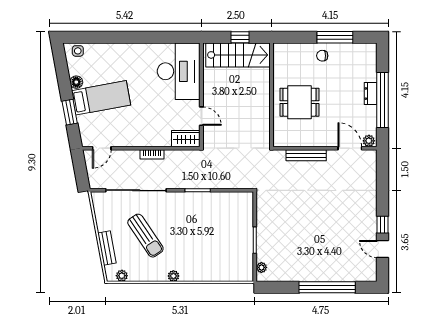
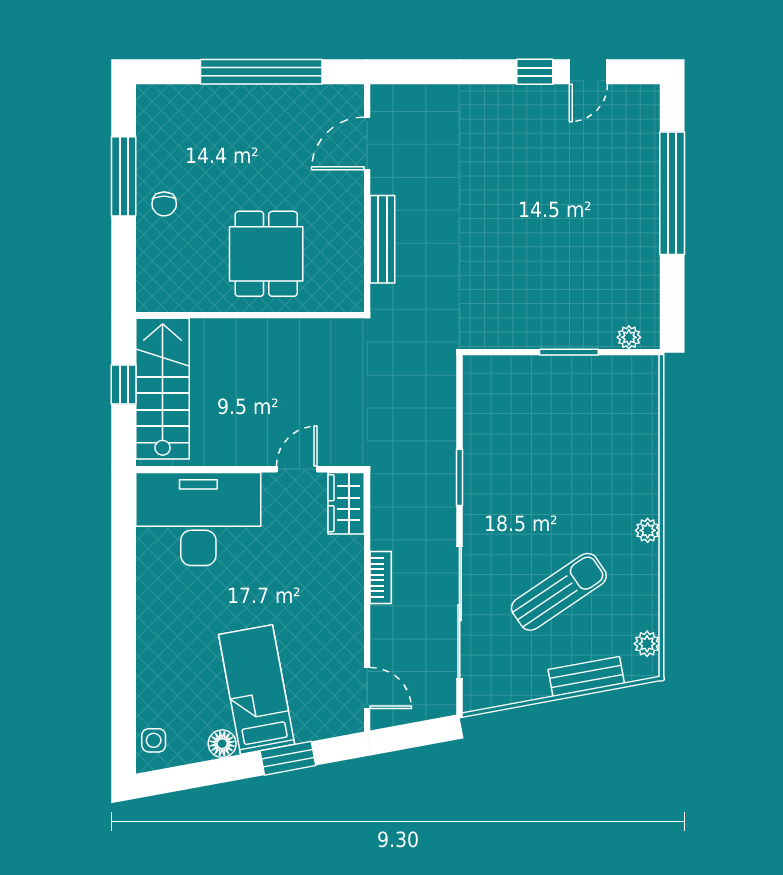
dresser: (371, 94) -> (247, 98), removed
plant: (369, 141) -> (351, 102), removed

